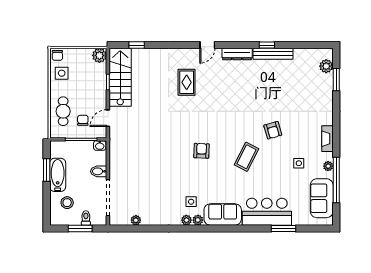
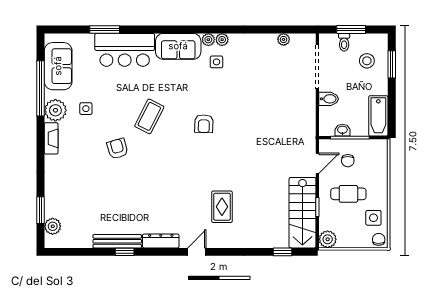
cafe table: (63, 111) -> (348, 194), moved, turned 90
washbasin: (100, 145) -> (342, 130), moved
plant: (328, 166) -> (55, 110), width x1.88, depth x1.88
window: (47, 170) -> (392, 64), moved
bathtub: (58, 175) -> (378, 116), moved

